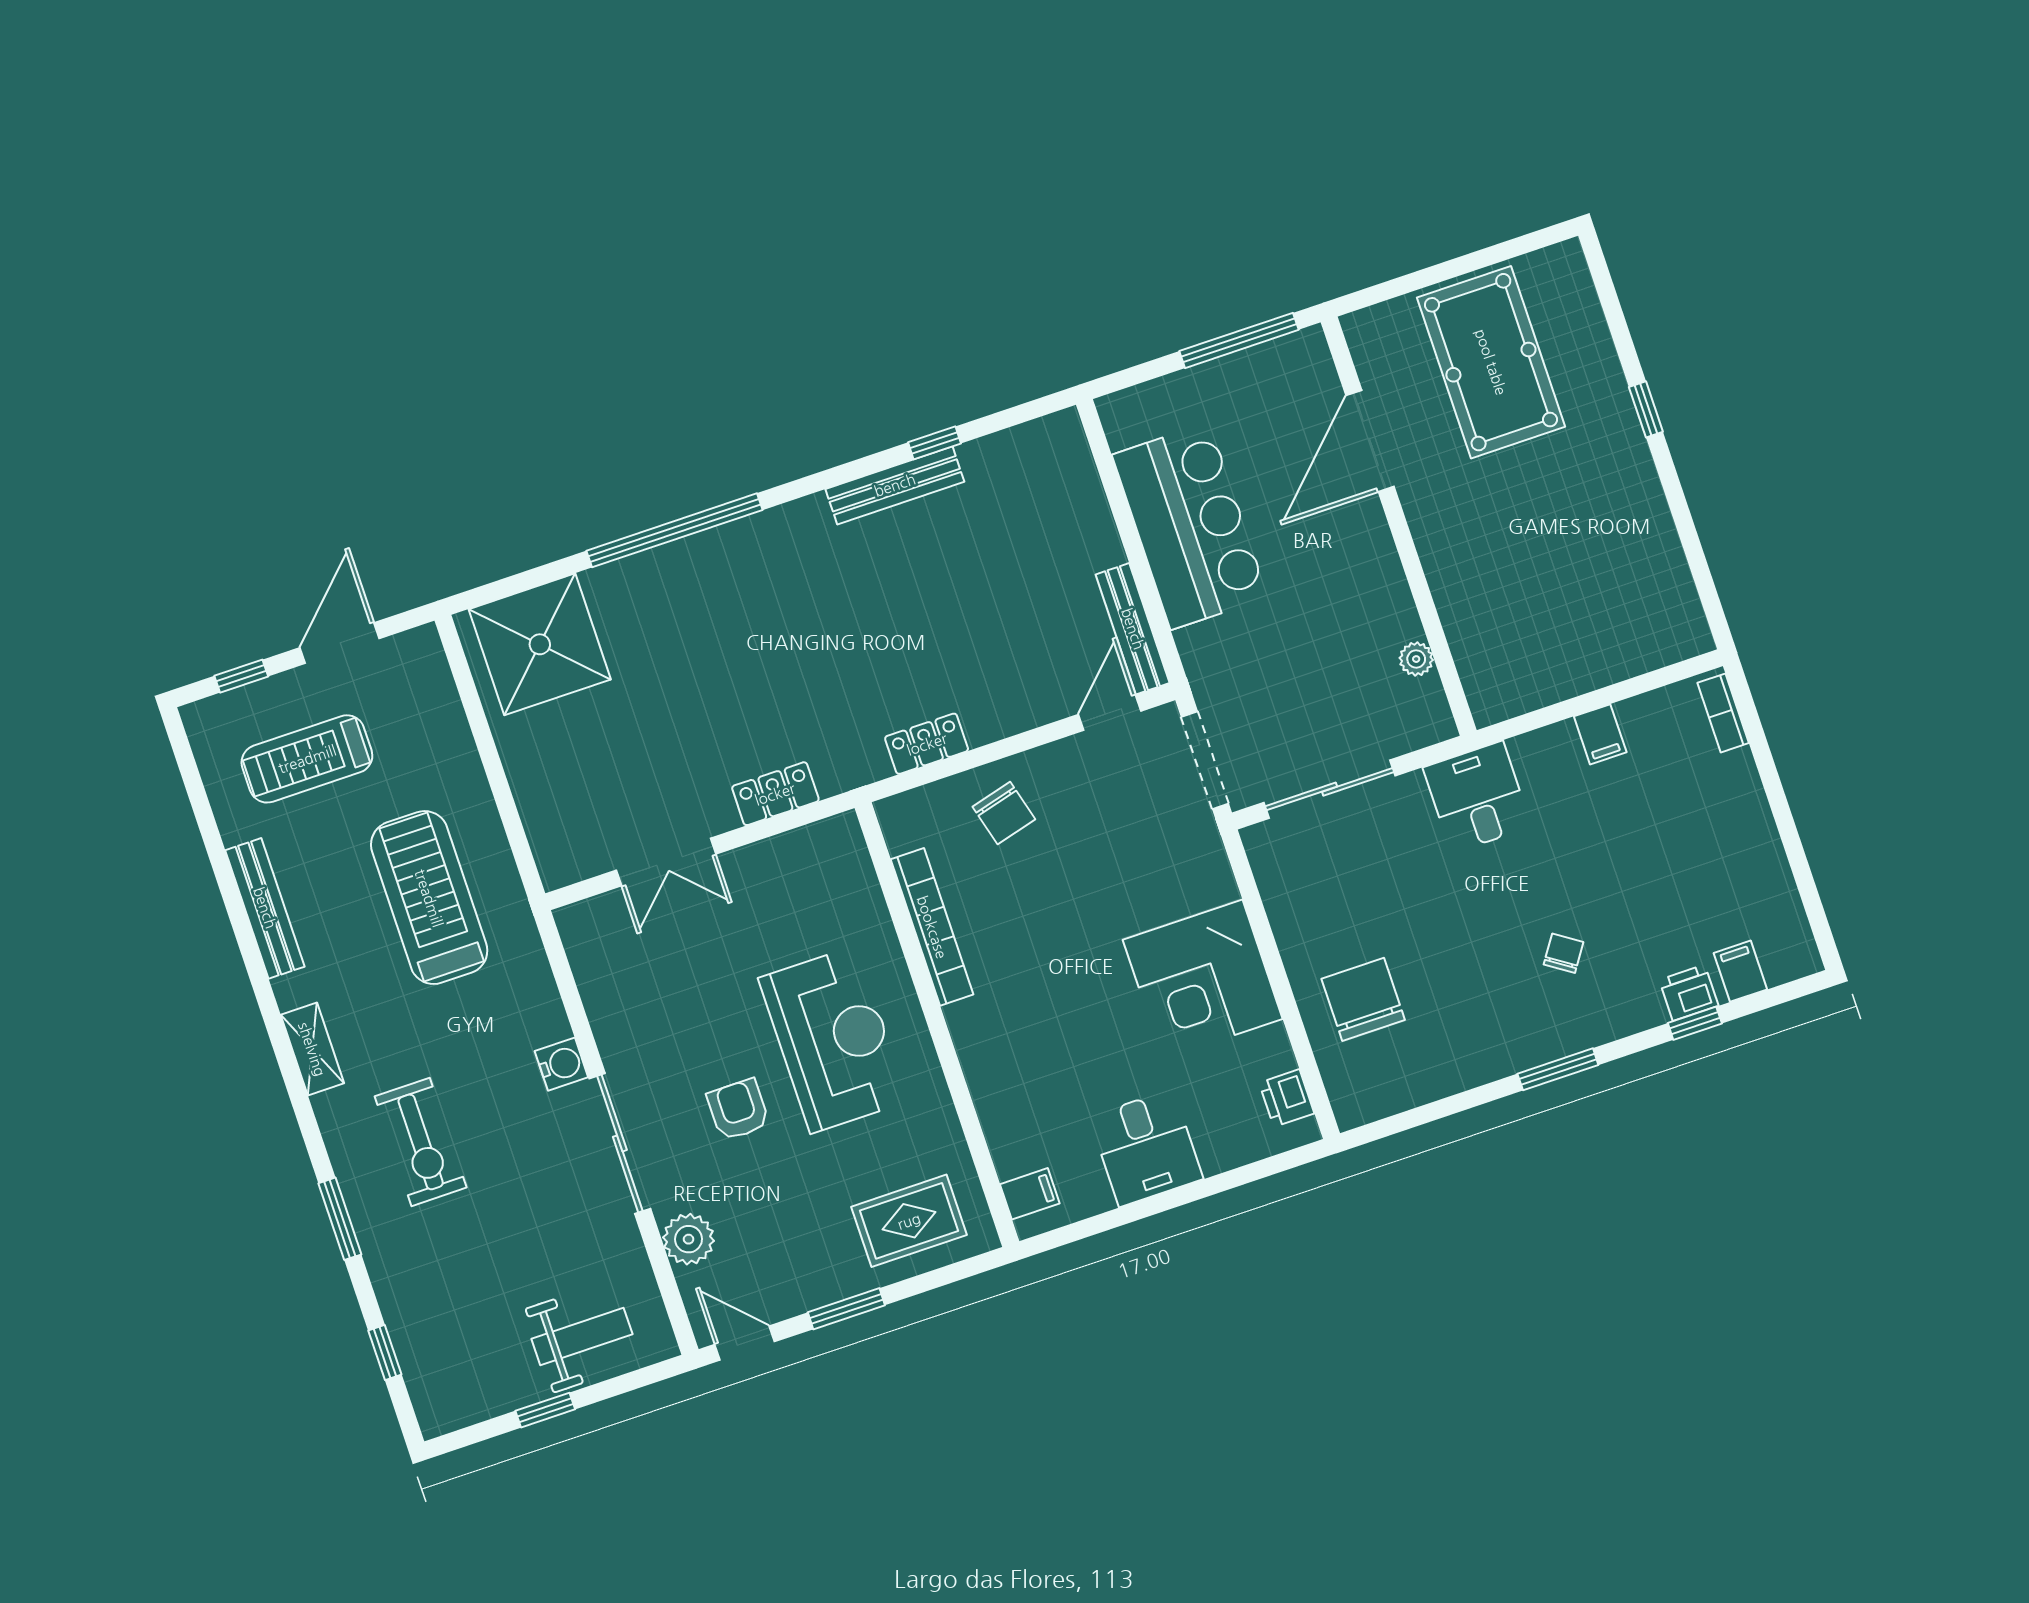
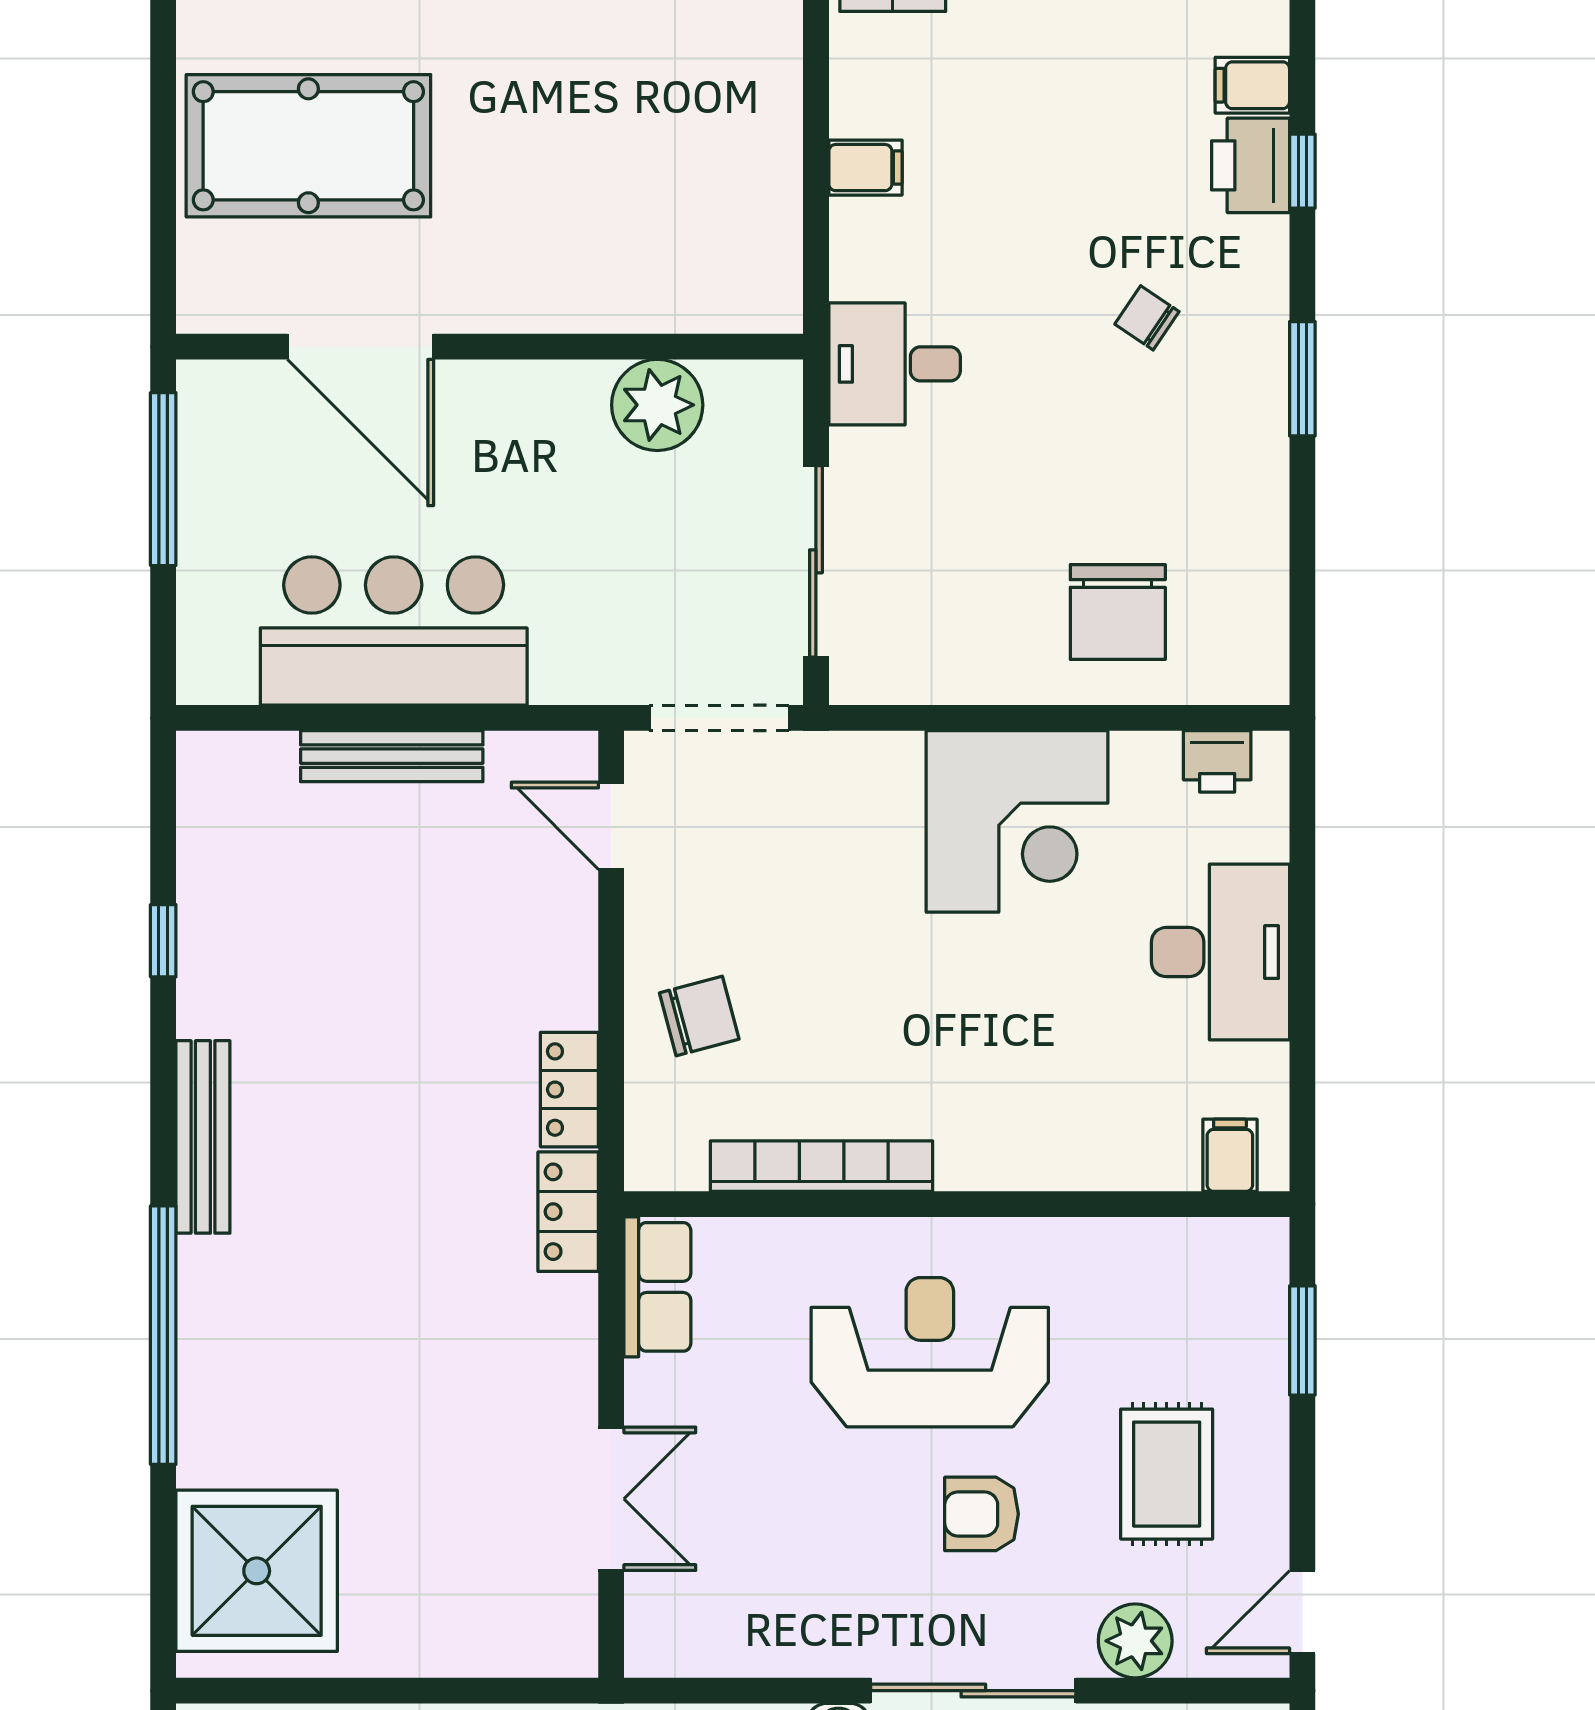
bench: (895, 485) -> (203, 1137), moved
bench: (1133, 629) -> (392, 756), moved
plant: (1416, 659) -> (657, 405), width x1.87, depth x1.87
locker: (775, 794) -> (568, 1212), moved
row of seats: (816, 846) -> (657, 1287), added
printer: (1689, 993) -> (1251, 165), width x1.36, depth x1.24
chair: (1363, 999) -> (1118, 612), turned -90
desk: (1146, 1148) -> (1220, 952), width x1.37
rug: (909, 1221) -> (1167, 1474), moved
window: (846, 1309) -> (1302, 1340), moved

